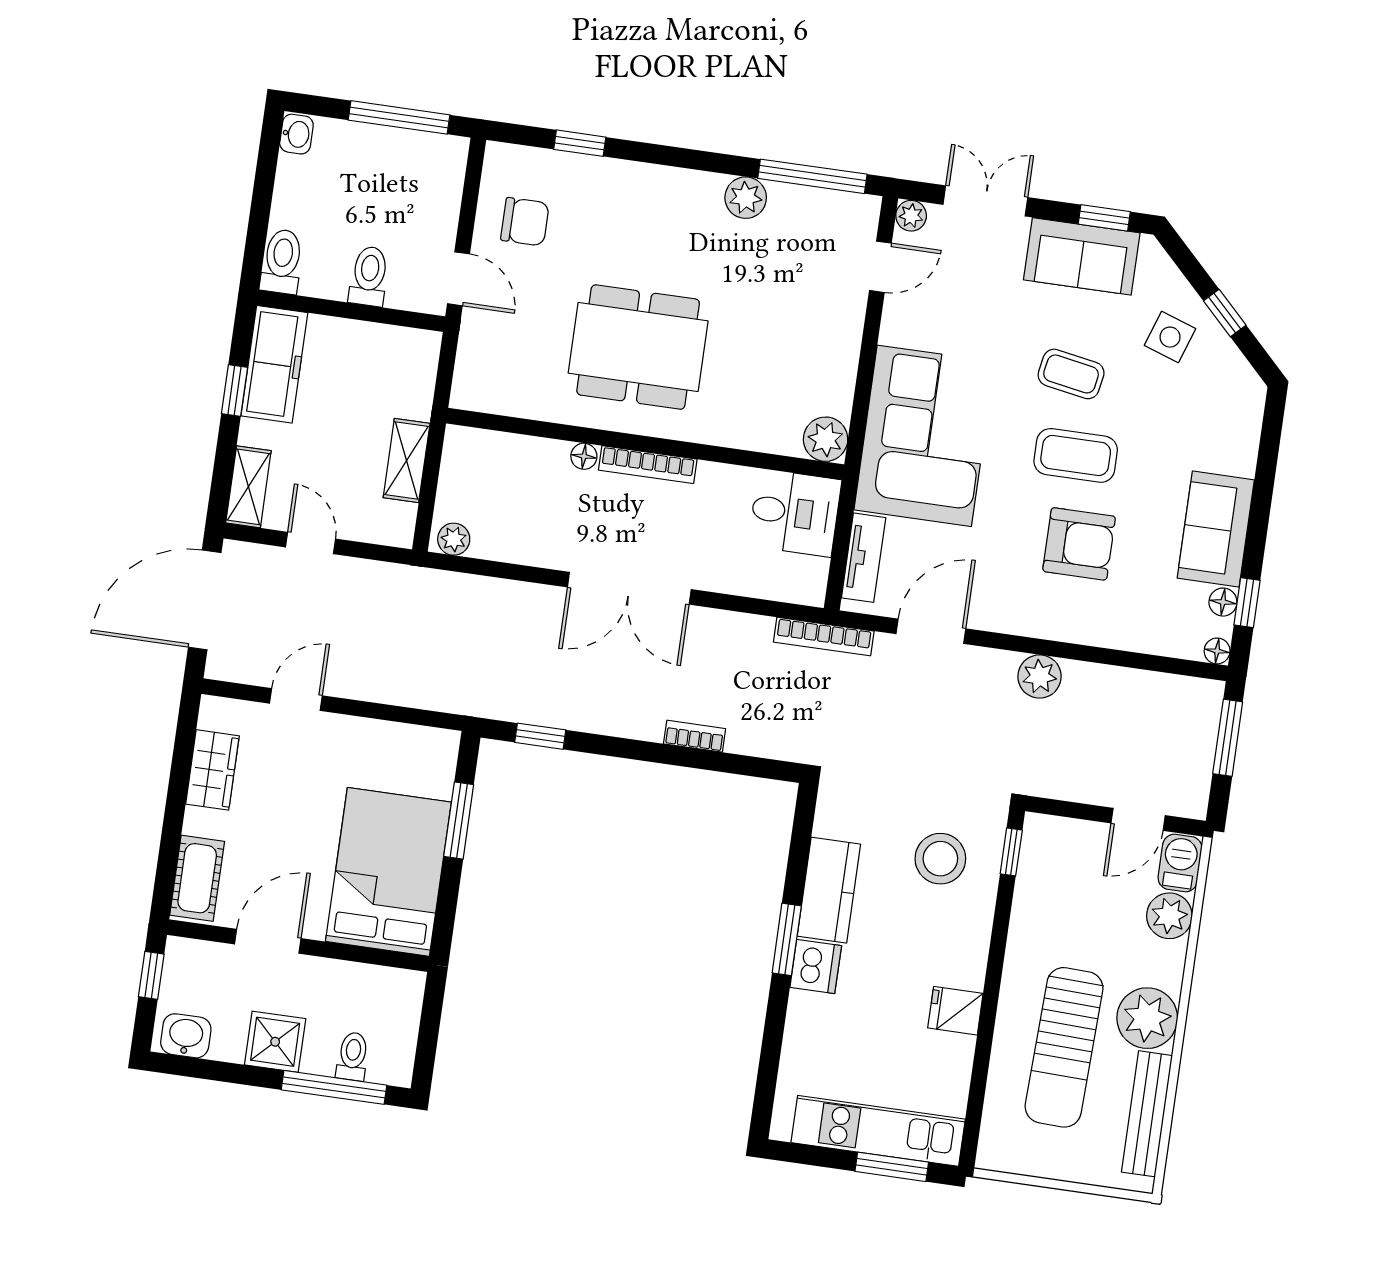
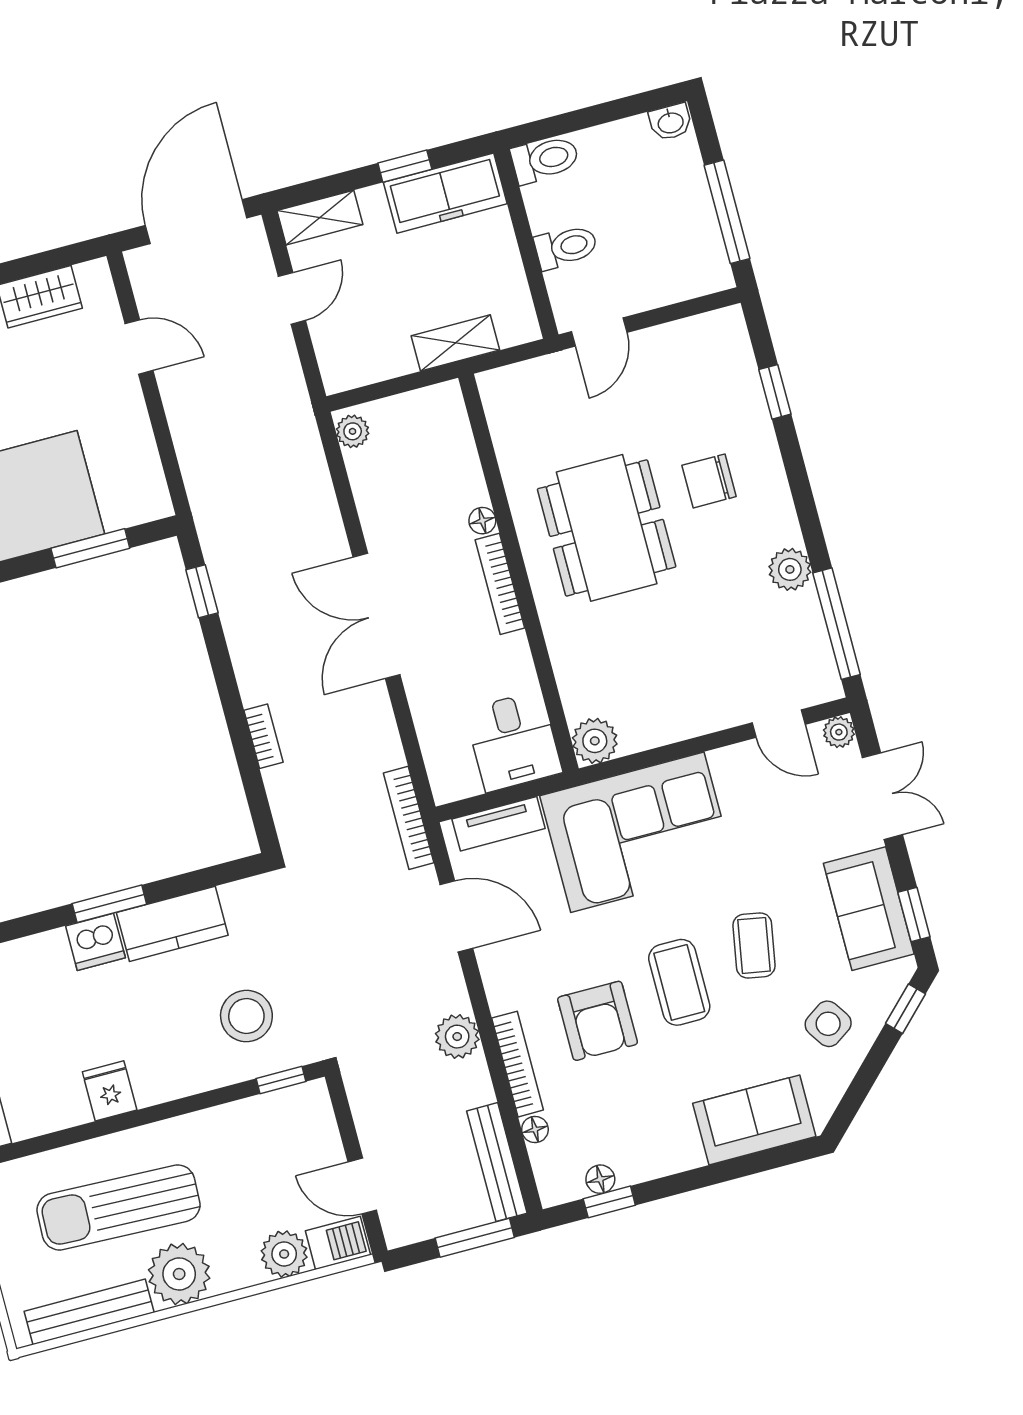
chair: (525, 222) -> (709, 481), moved, turned 90
window: (1225, 313) -> (905, 1009), moved
side table: (1170, 337) -> (828, 1024), turned 37
shelving: (407, 460) -> (455, 343), moved
sofa: (1216, 529) -> (754, 1120), moved
door: (205, 600) -> (196, 222), hinge flipped
bookcase: (1087, 633) -> (518, 1064), added
floor lamp: (1217, 651) -> (535, 1129), moved
bench: (1168, 689) -> (497, 1162), added

